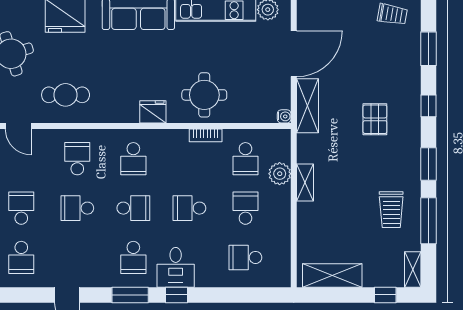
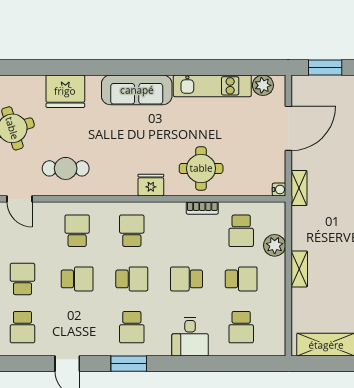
shelving: (307, 106) -> (299, 188), width x0.67, depth x0.75
school desk: (133, 159) -> (132, 231), turned 180
shelving: (305, 183) -> (299, 269), moved
school desk: (77, 208) -> (77, 279), turned 180
school desk: (245, 208) -> (241, 279), turned 90
school desk: (245, 257) -> (241, 327), turned -90
desk: (176, 267) -> (190, 337), moved
window: (177, 295) -> (174, 364), removed

